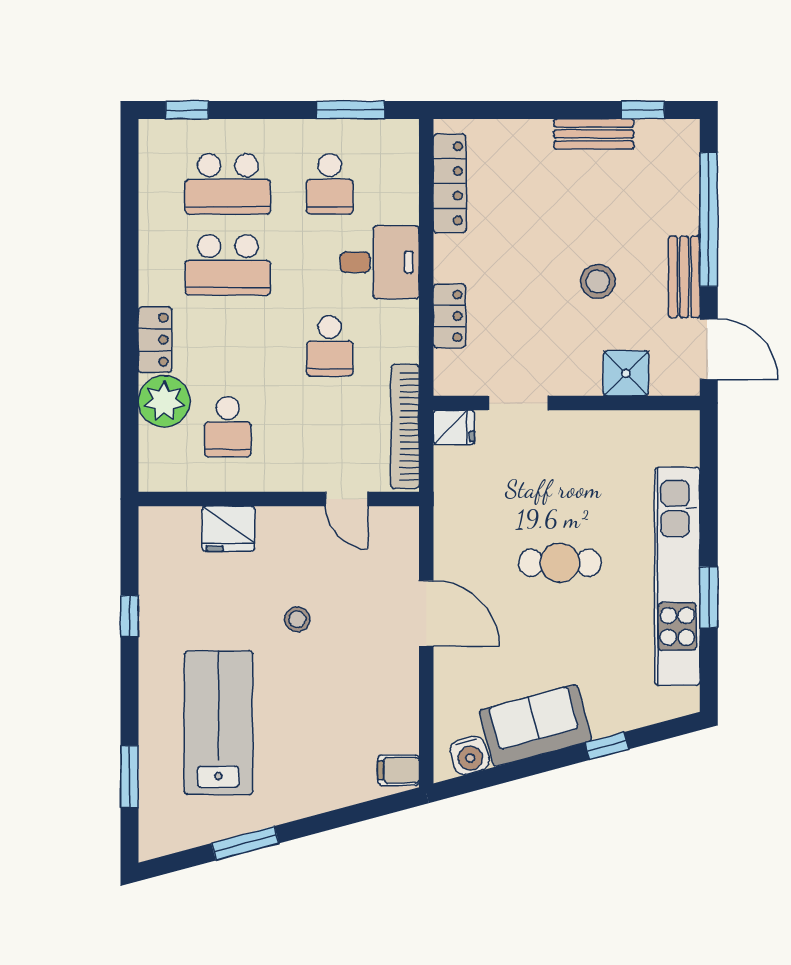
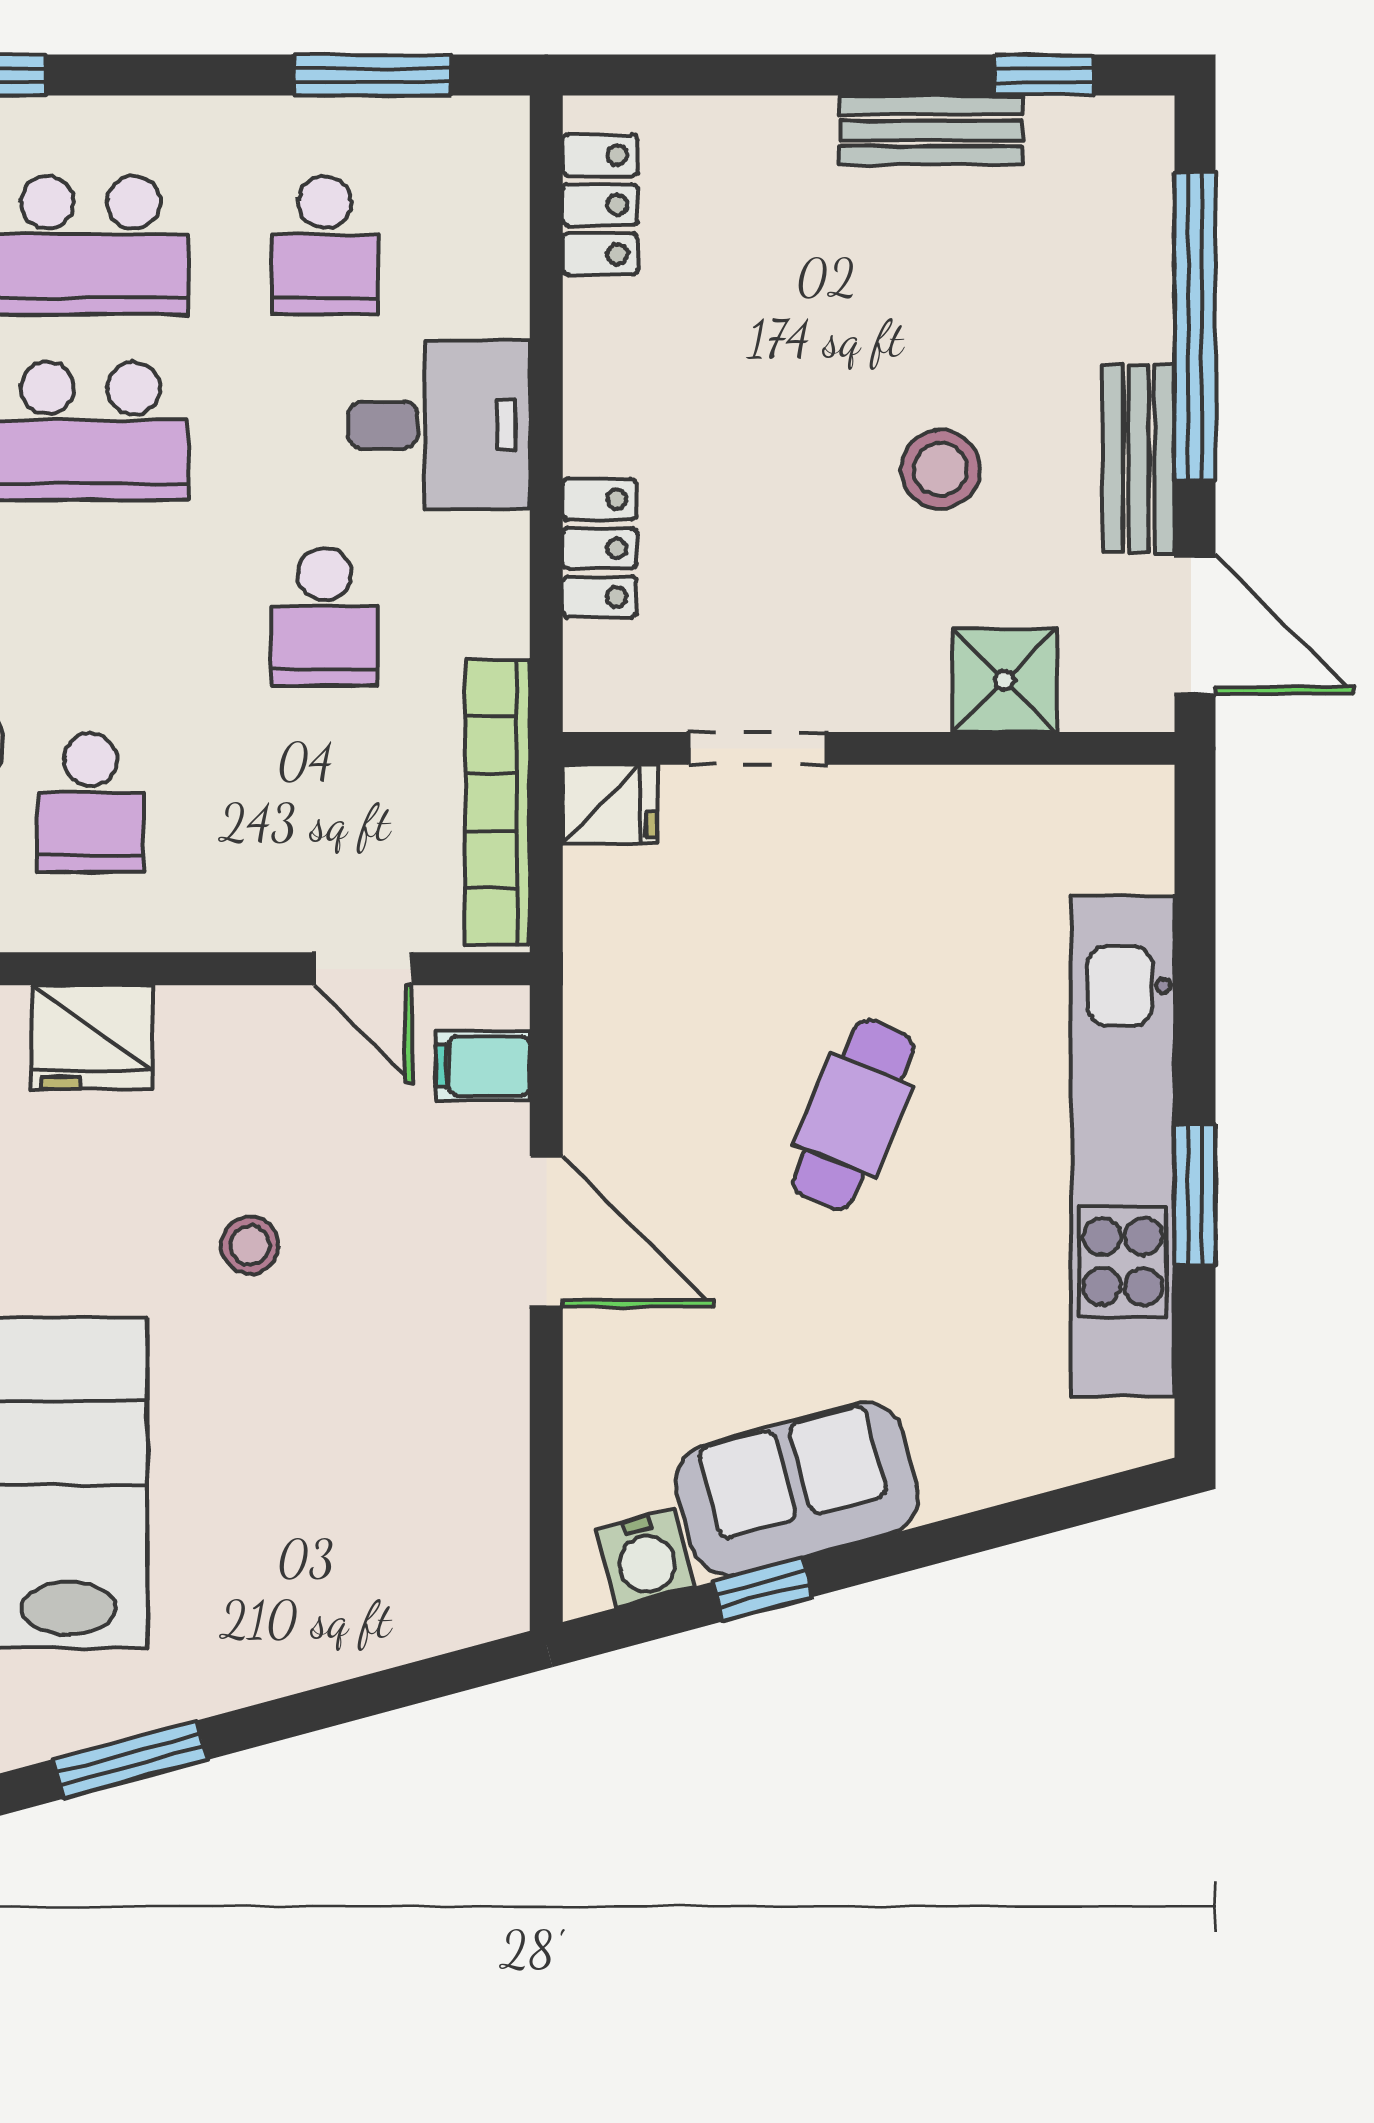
locker: (450, 183) -> (600, 205), width x0.66
cafe table: (560, 563) -> (853, 1115), turned -68
window: (607, 746) -> (762, 1590), moved
filing cabinet: (399, 770) -> (483, 1066), moved

